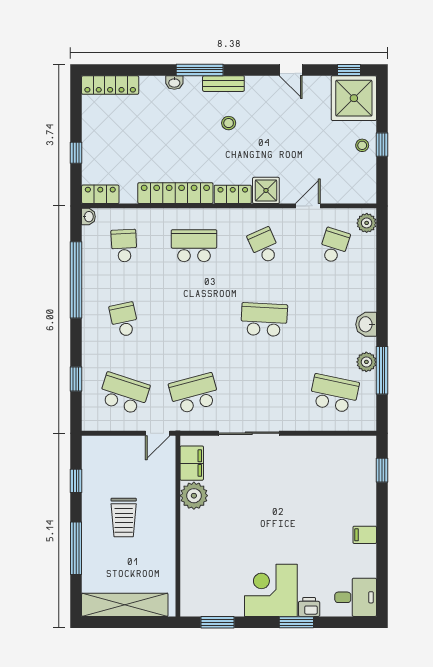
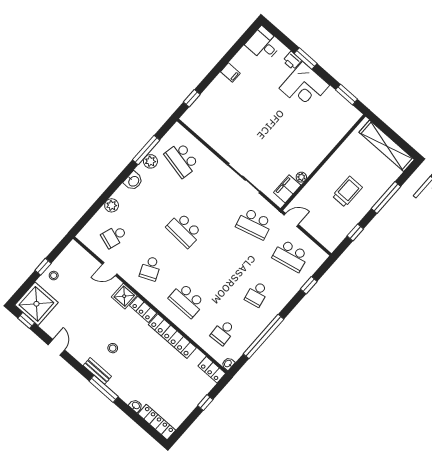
washbasin: (174, 83) -> (136, 406), moved
plant: (367, 223) -> (112, 205), moved
school desk: (124, 394) -> (290, 256), turned -30
plant: (194, 496) -> (301, 177), width x0.53, depth x0.53

